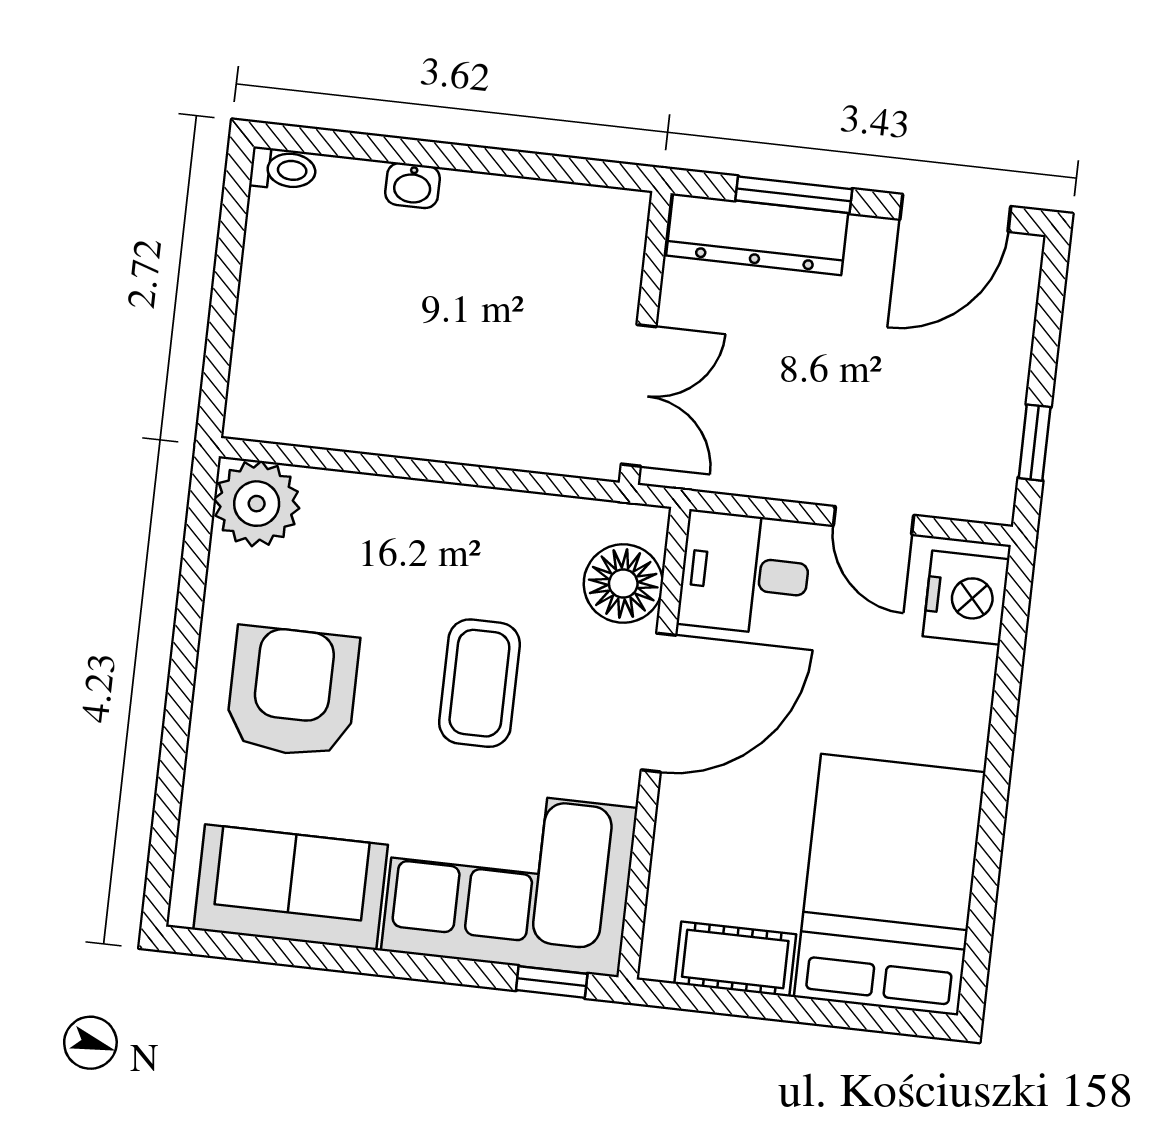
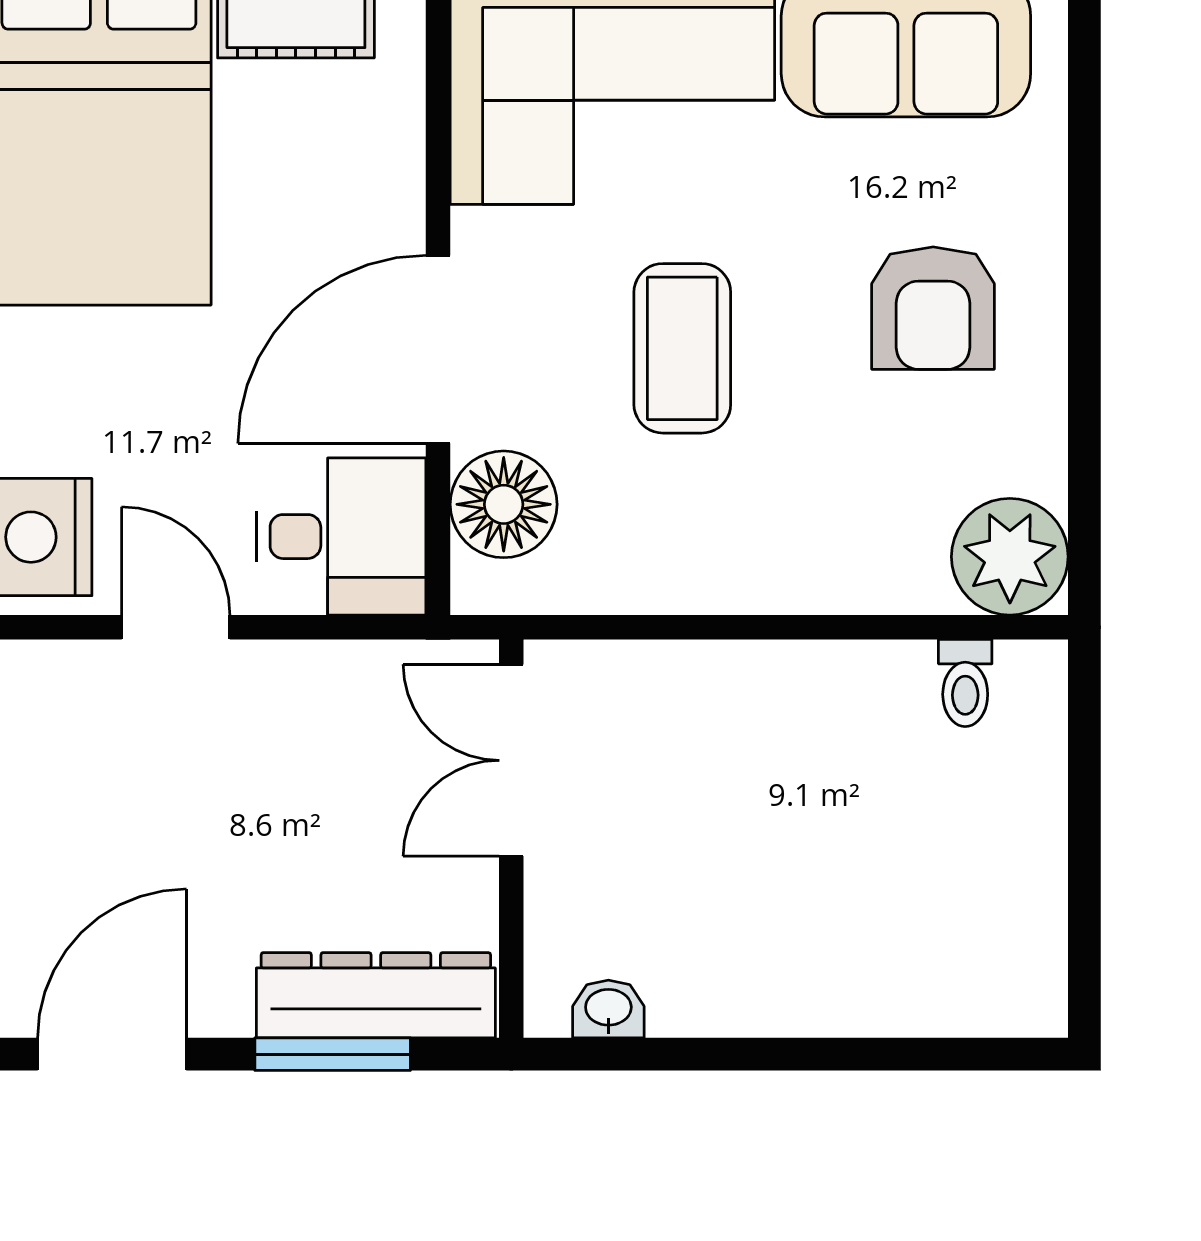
toilet: (283, 169) -> (965, 683), moved, turned -90
washbasin: (412, 185) -> (608, 1009), moved
armchair: (292, 692) -> (933, 308), width x0.73, depth x0.73

